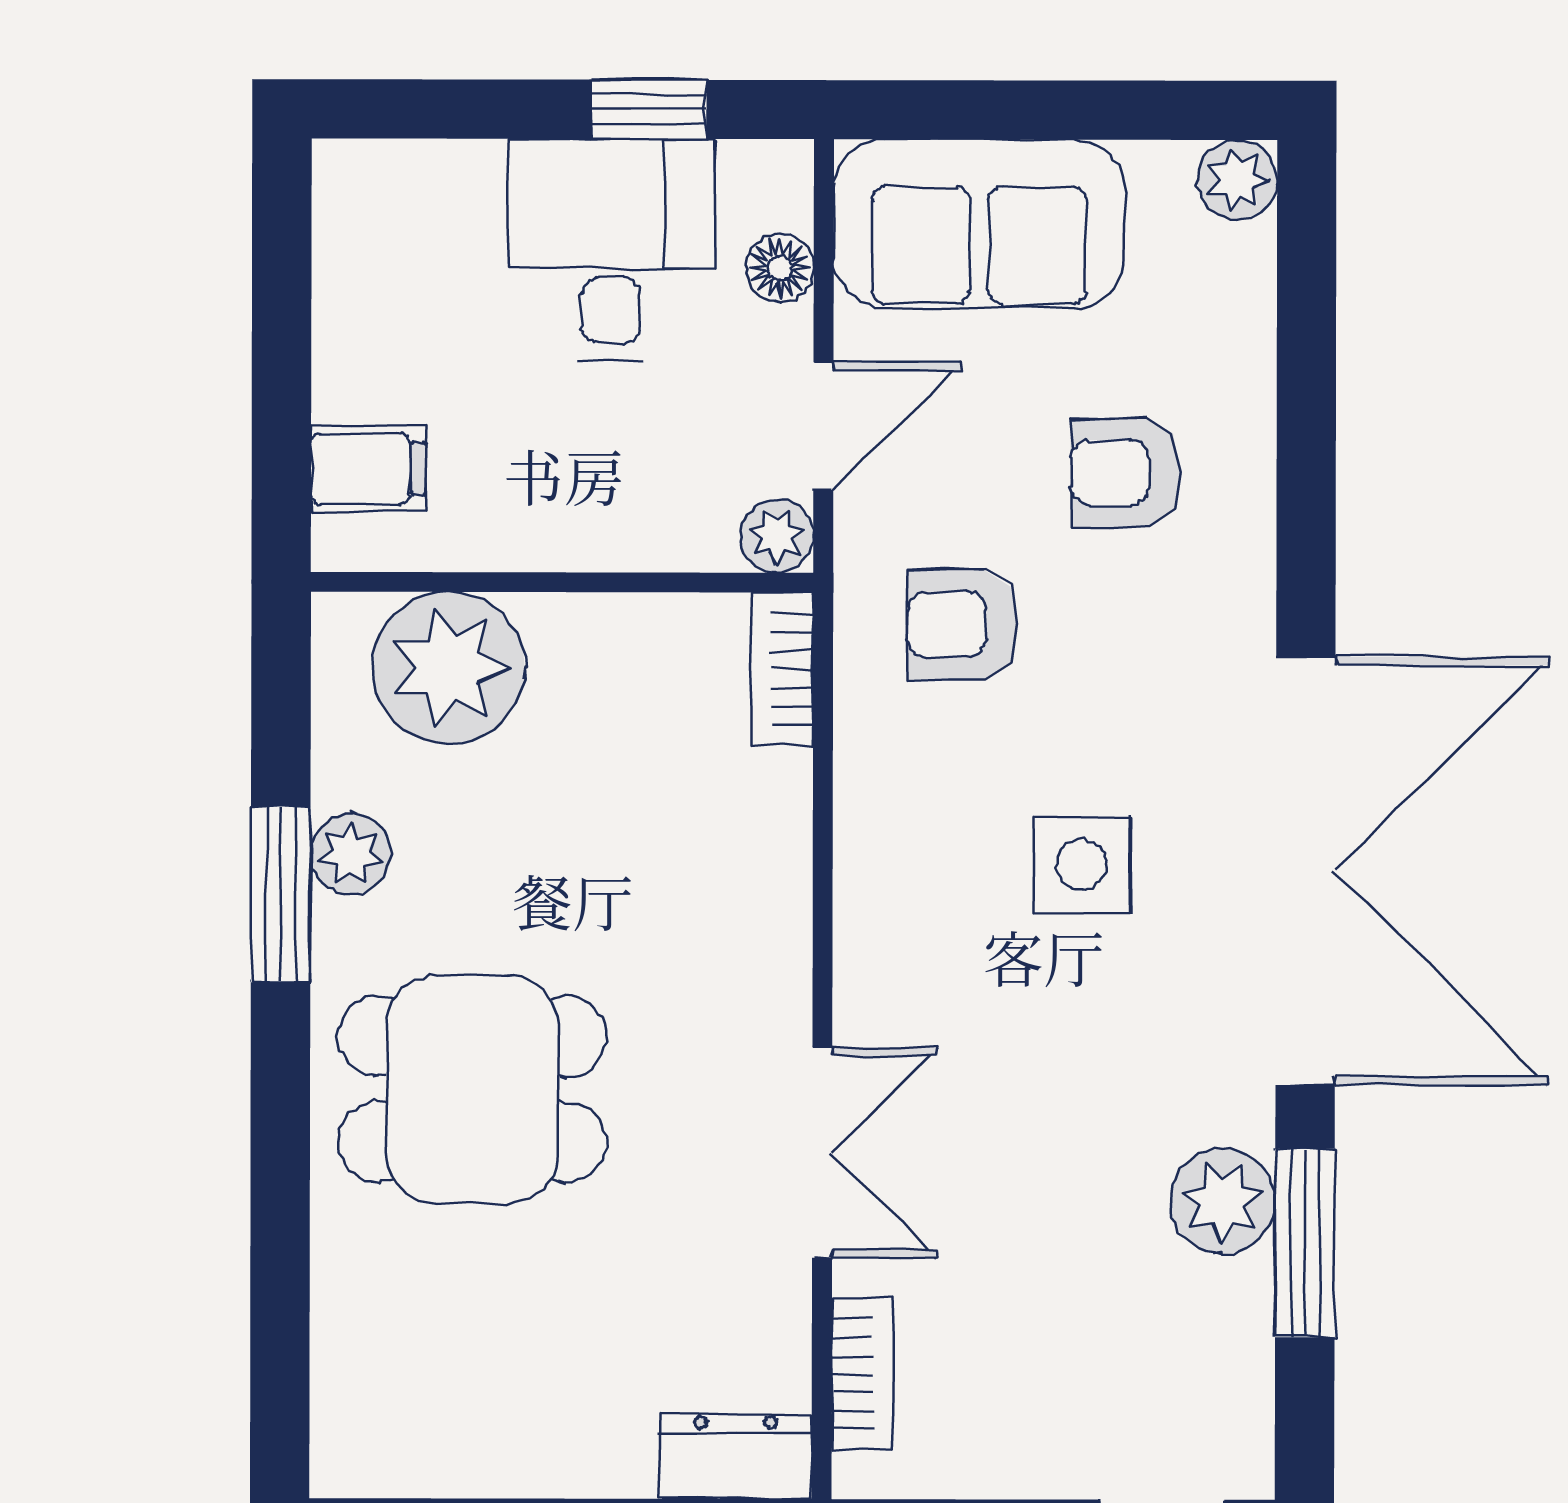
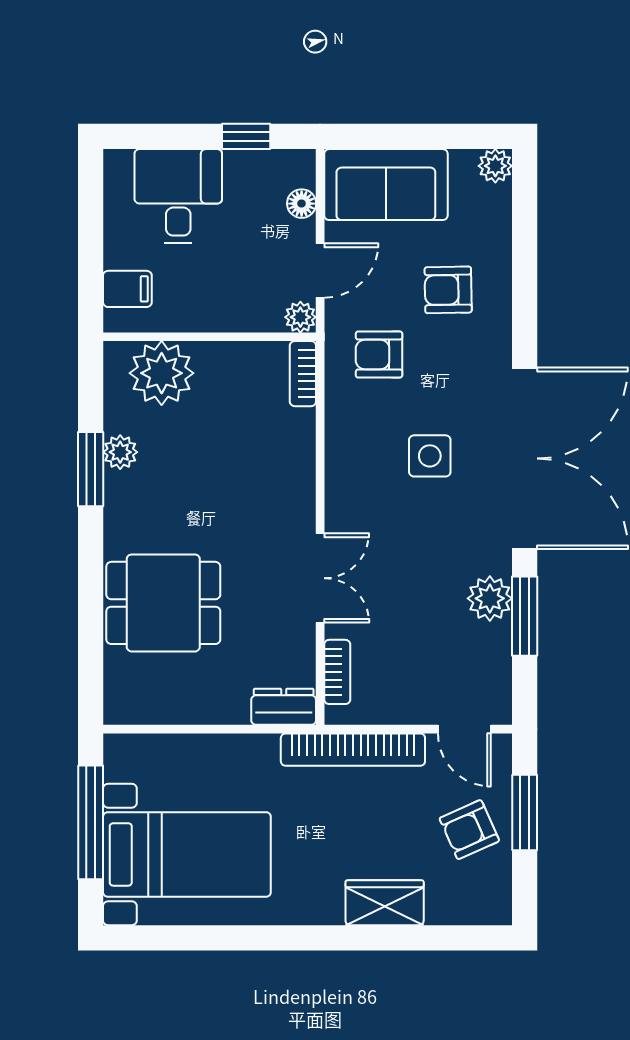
desk: (611, 250) -> (178, 196), moved
dining table: (472, 1089) -> (163, 603), moved

